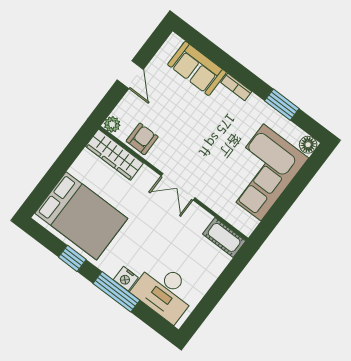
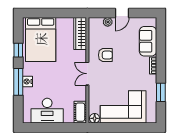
plant: (112, 124) -> (108, 22), moved
armchair: (142, 139) -> (105, 55), moved
floor lamp: (308, 145) -> (95, 118), moved
desk: (165, 291) -> (47, 111), moved, turned -90

